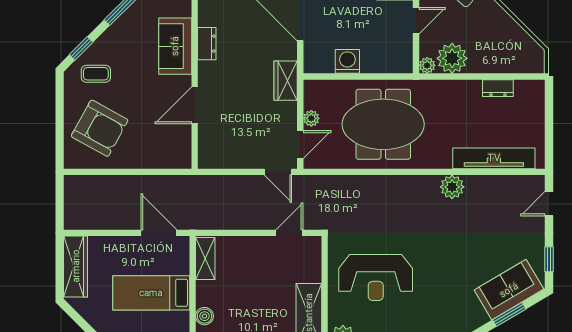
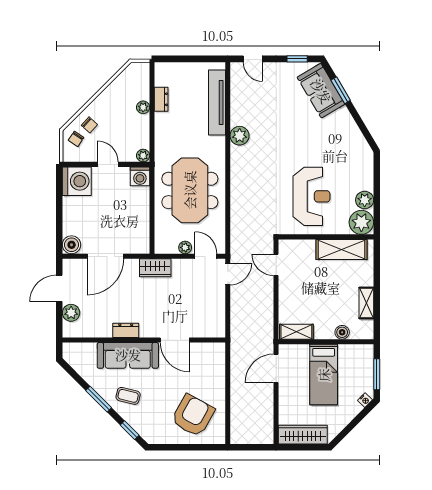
sofa: (175, 46) -> (128, 355), width x1.36
plant: (452, 58) -> (143, 107), moved, width x0.53, depth x0.53
washing machine: (347, 61) -> (140, 176), moved, turned -90
coffee table: (96, 74) -> (128, 396), moved, turned -76

